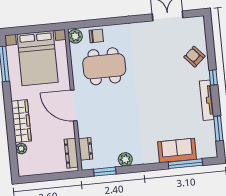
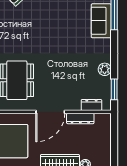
dresser: (71, 153) -> (80, 118), moved

